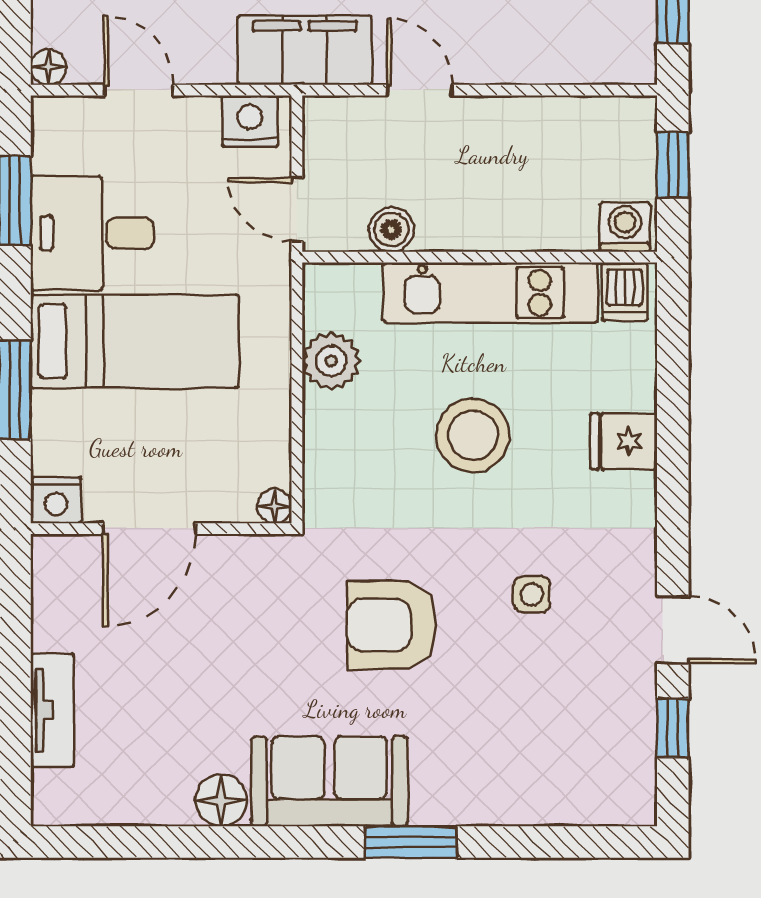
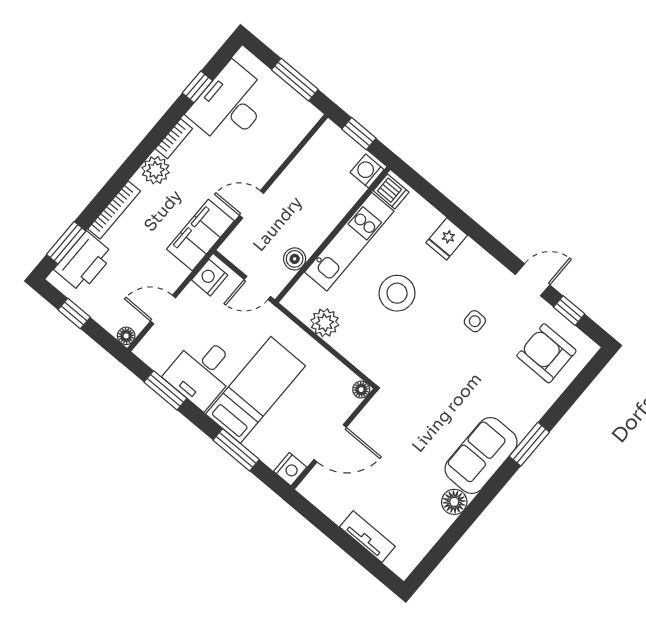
door: (149, 529) -> (330, 443), hinge flipped
armchair: (391, 625) -> (546, 353), moved, turned 90

